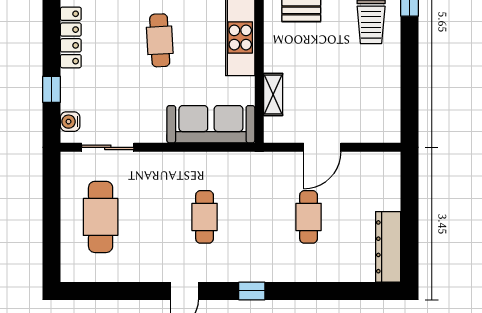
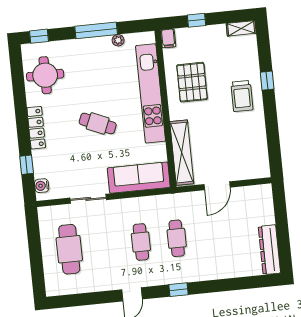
cafe table: (160, 40) -> (98, 123), turned -64
shelving: (273, 94) -> (182, 153), width x2.20, depth x1.33
sliding door: (108, 147) -> (88, 199), moved
cafe table: (309, 217) -> (177, 238), moved

